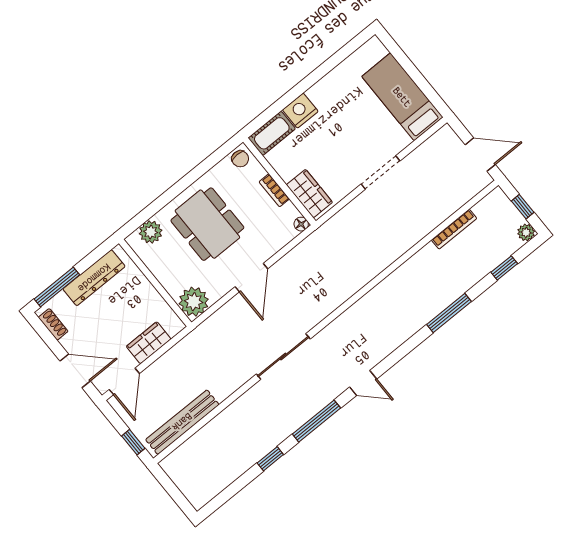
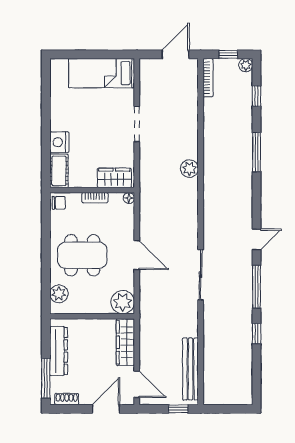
bookcase: (454, 229) -> (208, 78), moved
plant: (379, 260) -> (189, 169), added
wardrobe: (149, 343) -> (125, 342), width x1.50

